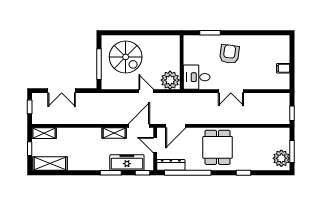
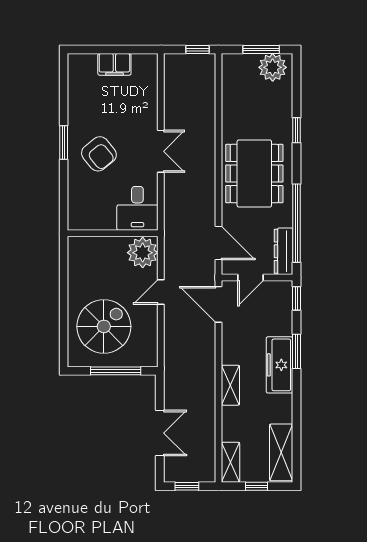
window: (210, 33) -> (64, 143), moved
armchair: (229, 54) -> (99, 154), turned -136
filing cabinet: (283, 68) -> (114, 64), width x2.00
shelving: (114, 133) -> (230, 385), moved
dining table: (218, 147) -> (254, 174), width x1.37
freezer: (127, 163) -> (279, 365), moved

